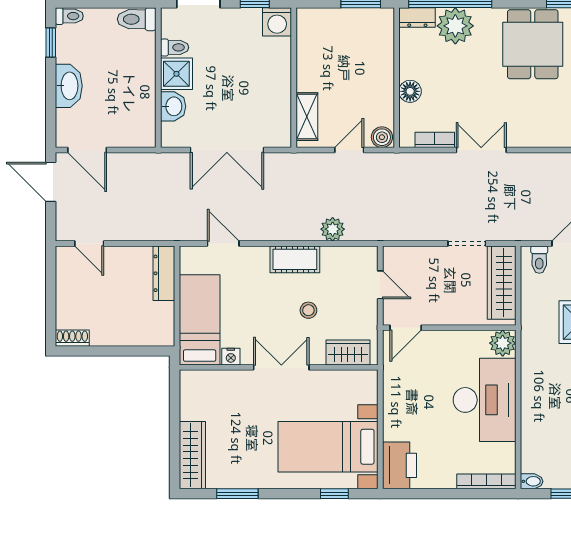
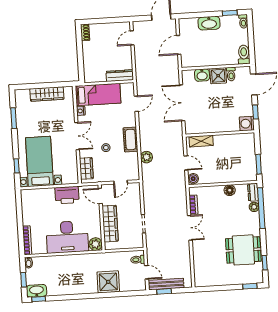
plant: (455, 26) -> (254, 207), width x0.53, depth x0.53
floor lamp: (410, 91) -> (230, 190), moved
door: (87, 150) -> (179, 45), moved
wardrobe: (502, 283) -> (110, 224), moved, turned 90
wardrobe: (192, 455) -> (47, 94), moved
printer: (400, 465) -> (67, 195), moved

